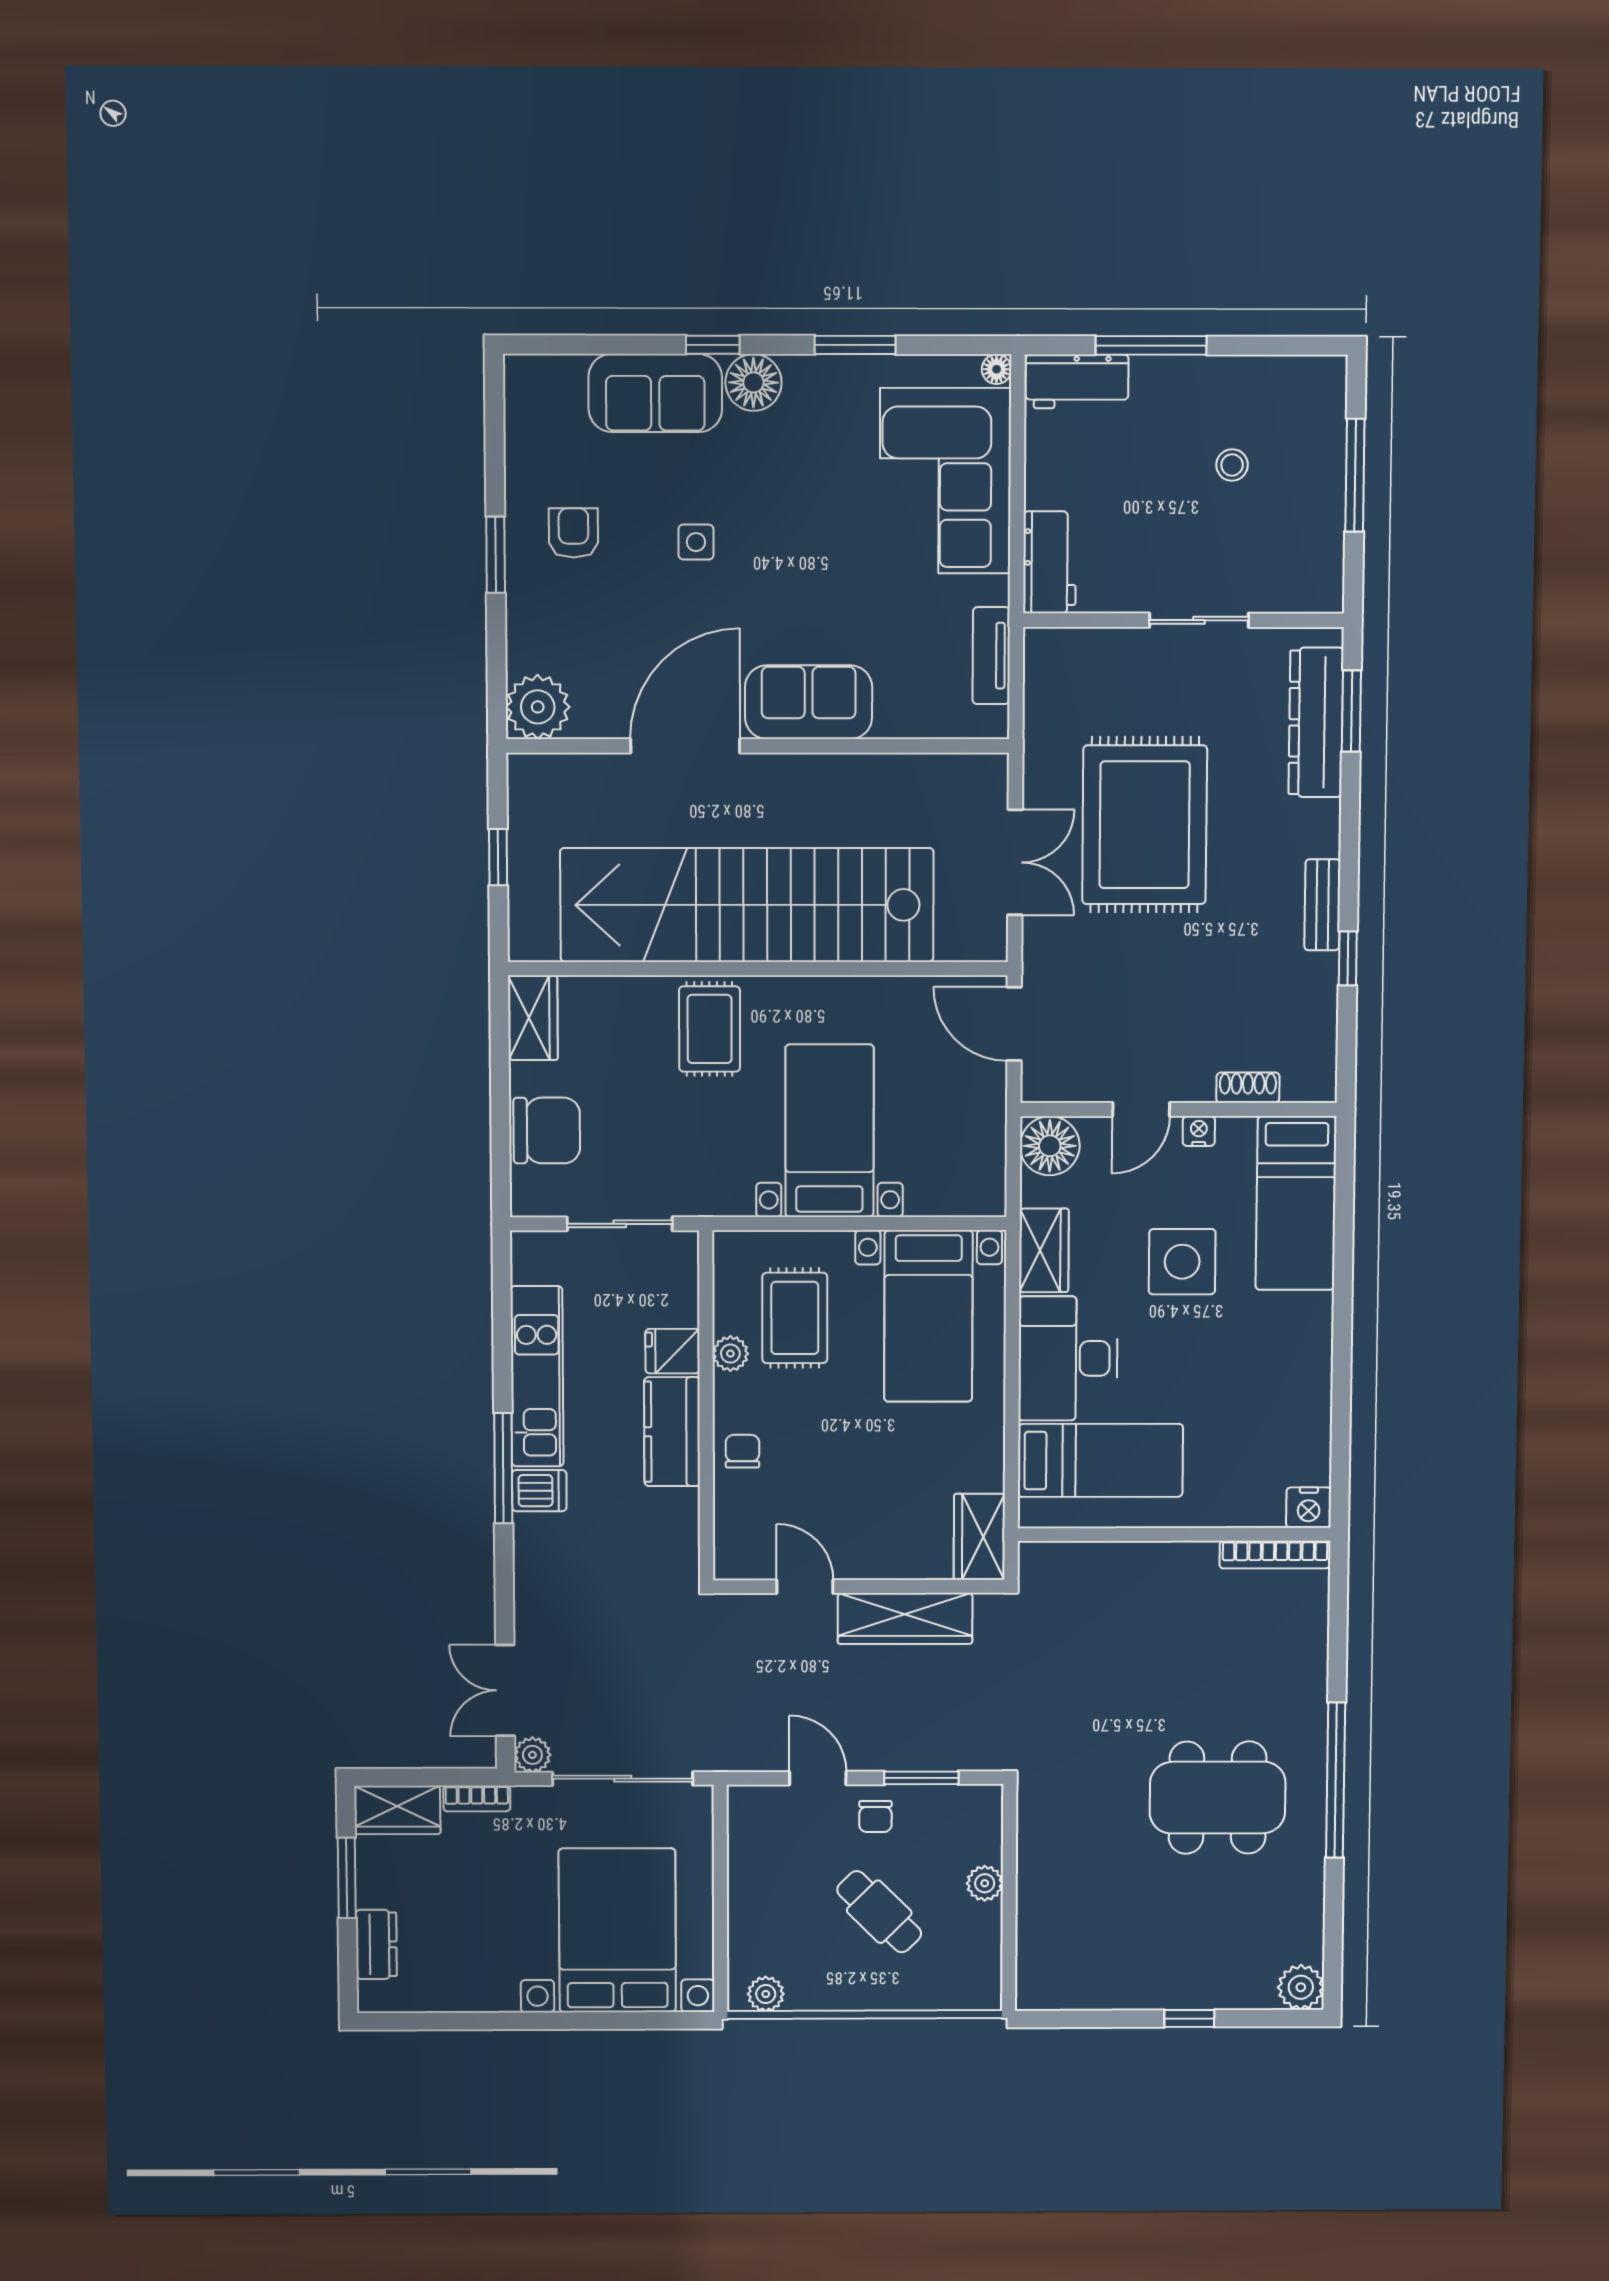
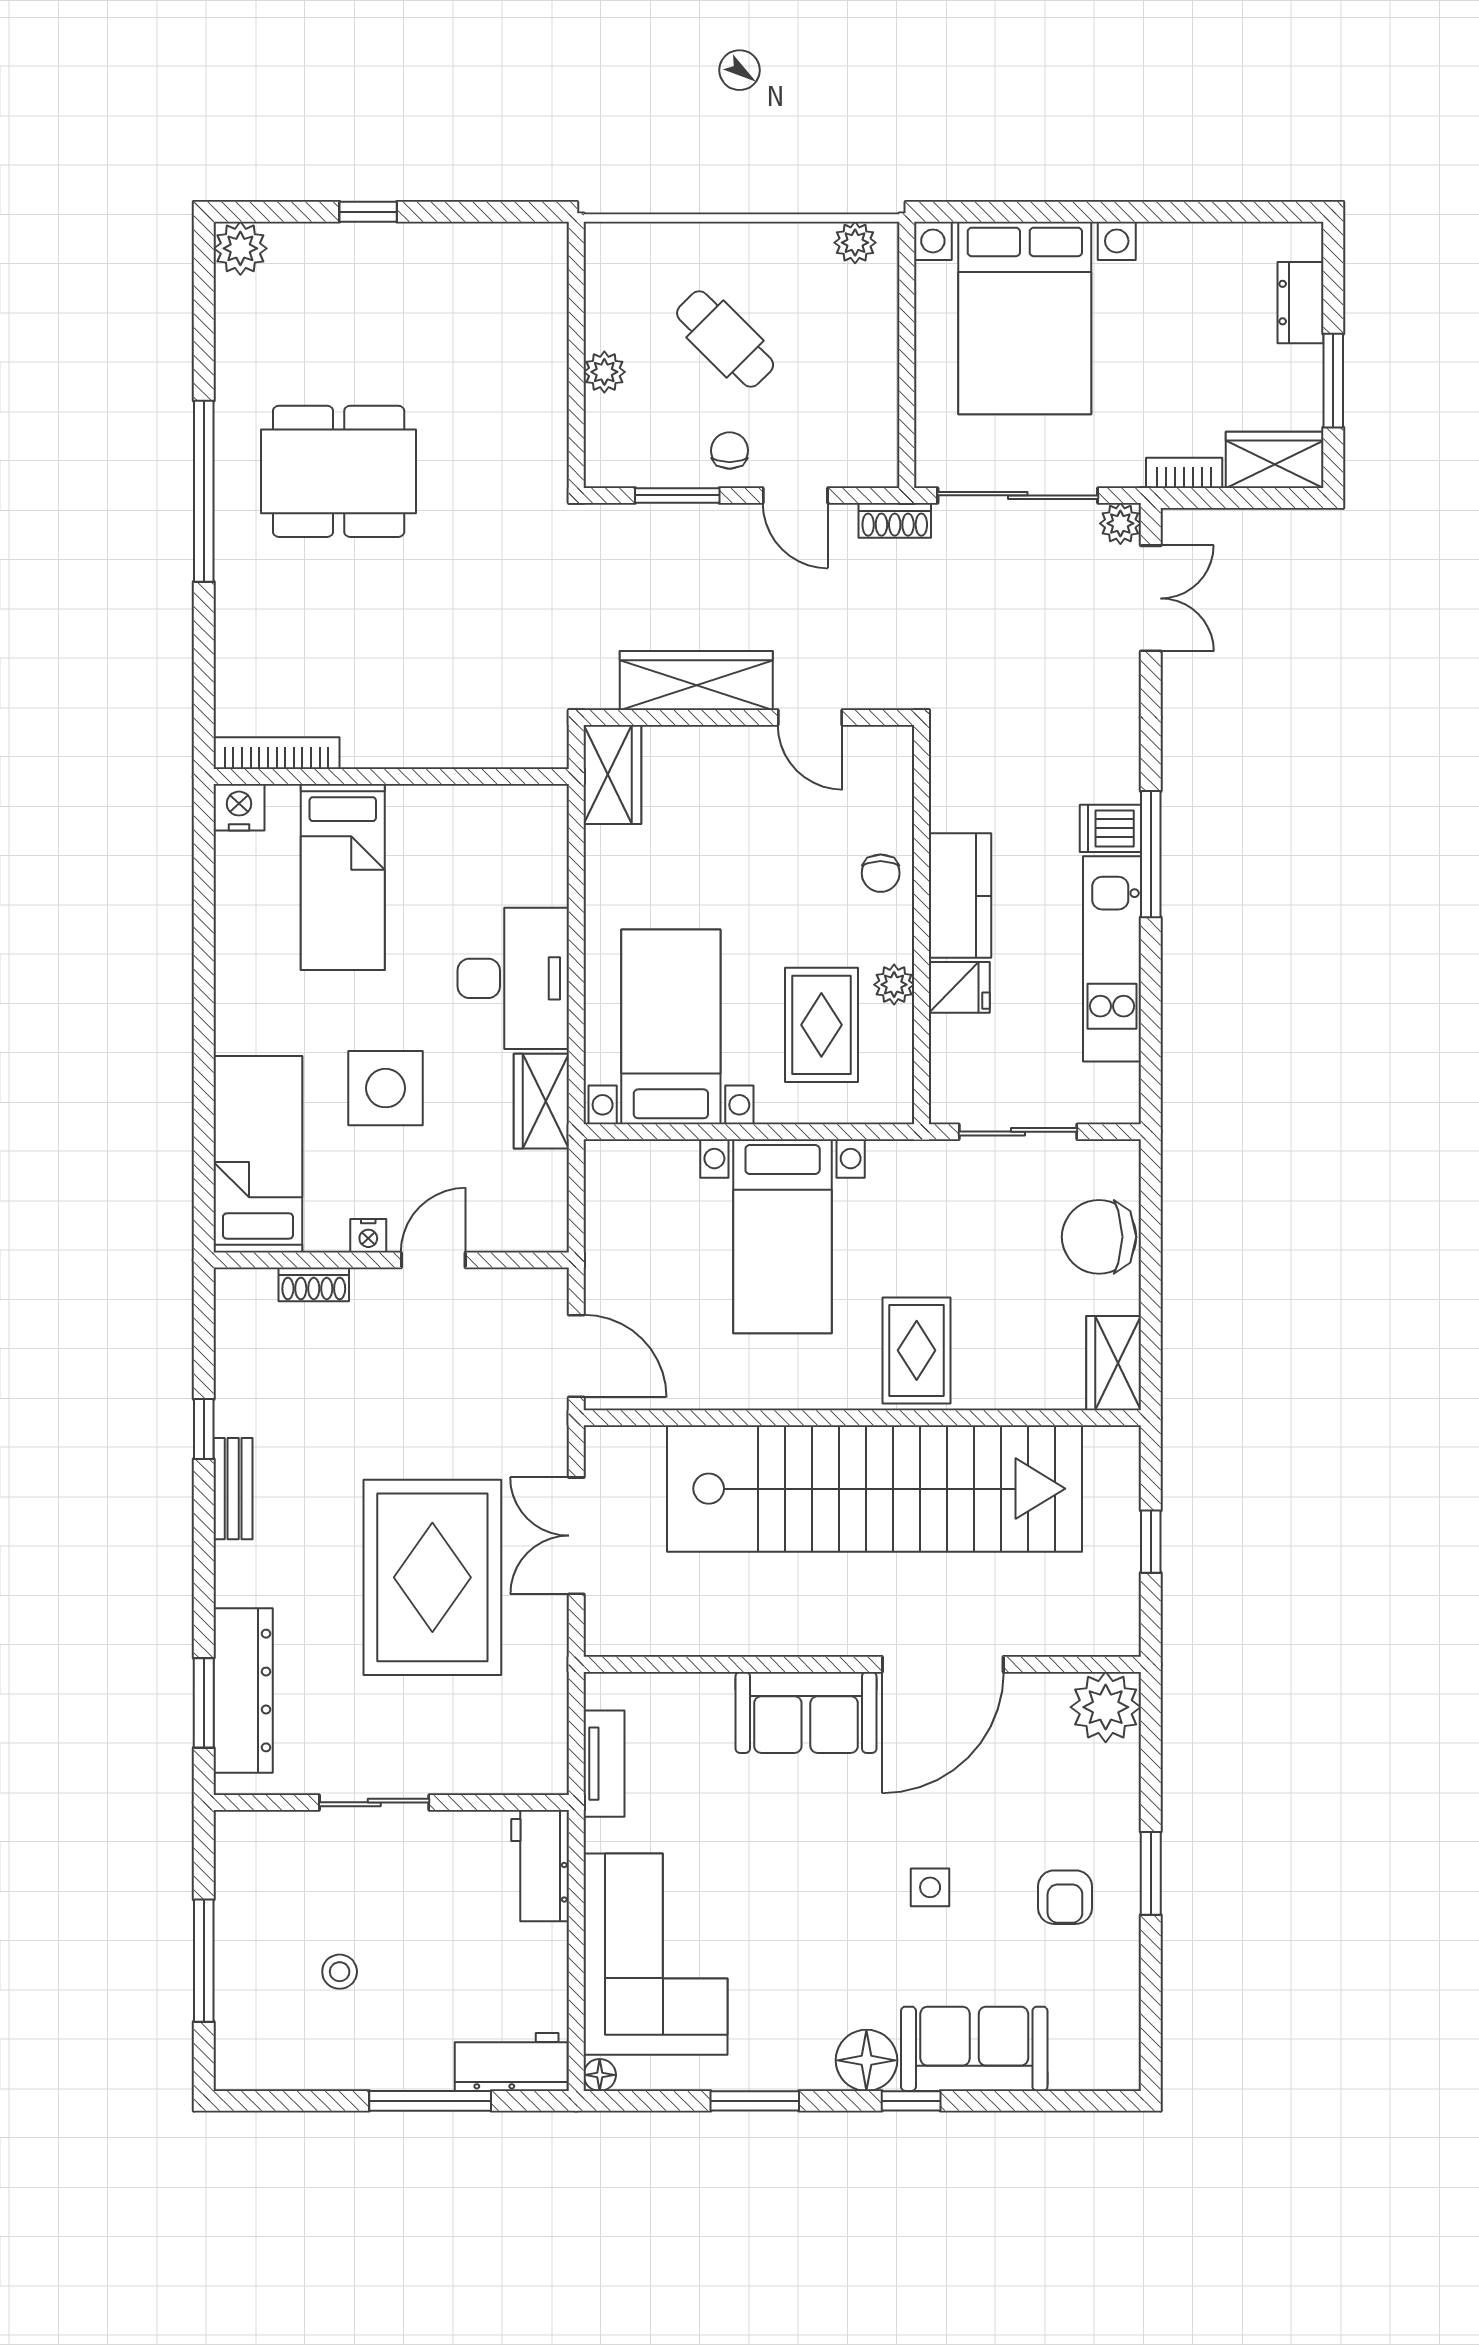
floor lamp: (1050, 1146) -> (535, 1219), removed
bed: (1100, 1460) -> (343, 877), moved, turned -90
shoe rack: (731, 1757) -> (895, 520), added

